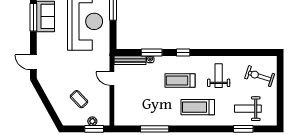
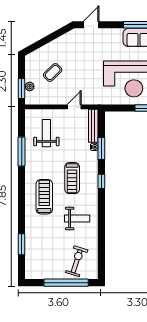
treadmill: (180, 81) -> (72, 178), turned 180
window: (280, 86) -> (66, 283), added
weight bench: (248, 109) -> (46, 133), moved

